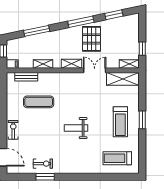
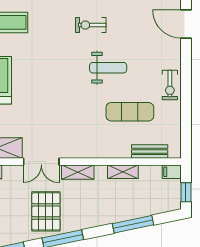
weight bench: (76, 128) -> (108, 68), moved
exercise bike: (13, 130) -> (170, 85), moved
exercise bike: (43, 164) -> (91, 25), moved

